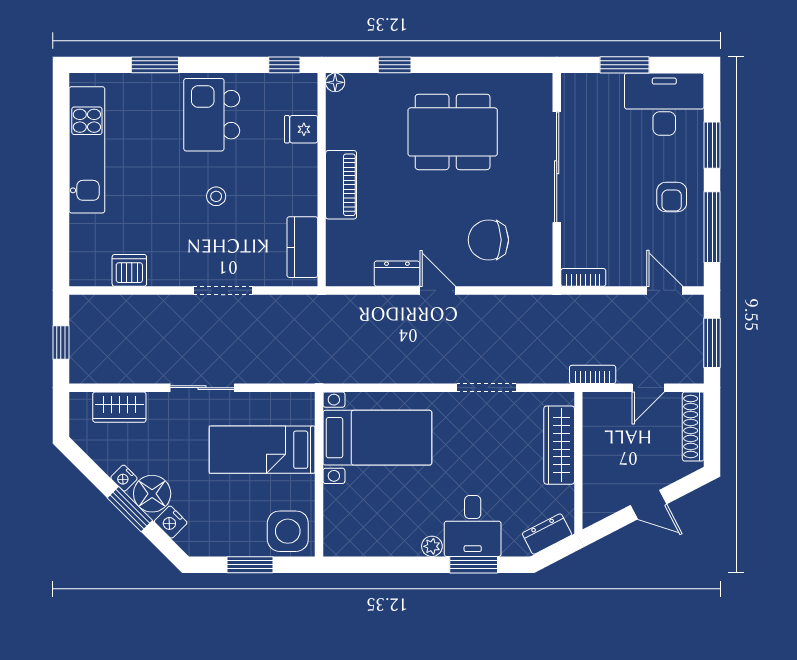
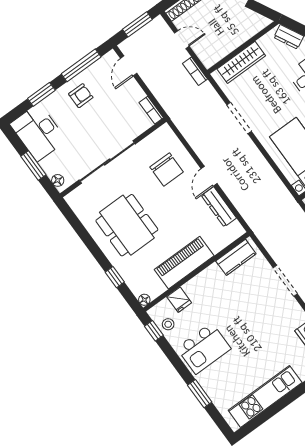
floor lamp: (580, 83) -> (58, 180), added
piano: (341, 185) -> (184, 263), width x1.37, depth x1.33
stool: (216, 196) -> (168, 324), moved
dresser: (397, 274) -> (219, 207), width x1.44

